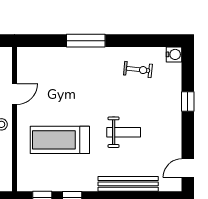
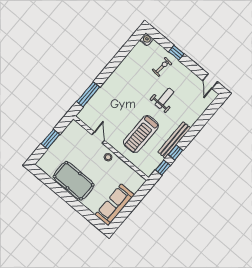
window: (86, 41) -> (88, 94), moved
exercise bike: (138, 70) -> (162, 67), moved
bench: (128, 184) -> (174, 140), moved

